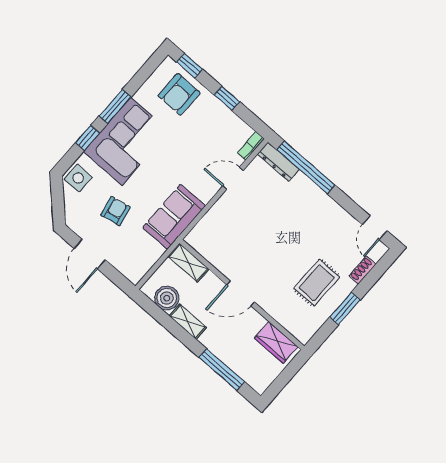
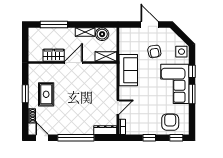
window: (306, 167) -> (76, 138), moved
wardrobe: (276, 343) -> (54, 55), moved

